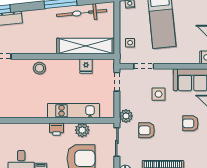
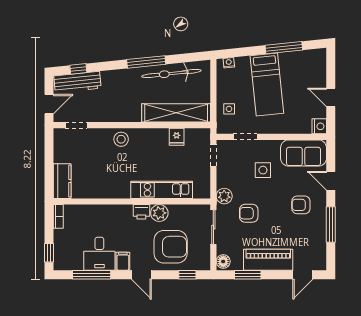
plant: (82, 130) -> (159, 213), moved

